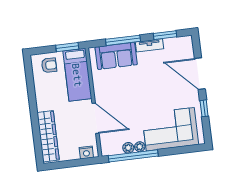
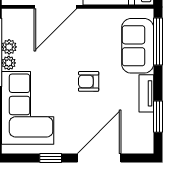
window: (123, 40) -> (158, 41), moved
armchair: (146, 88) -> (89, 81), added

